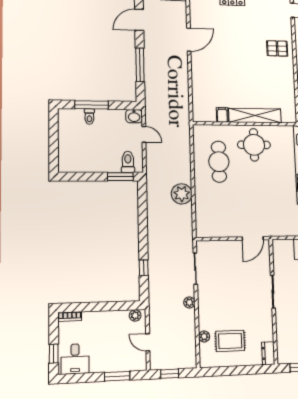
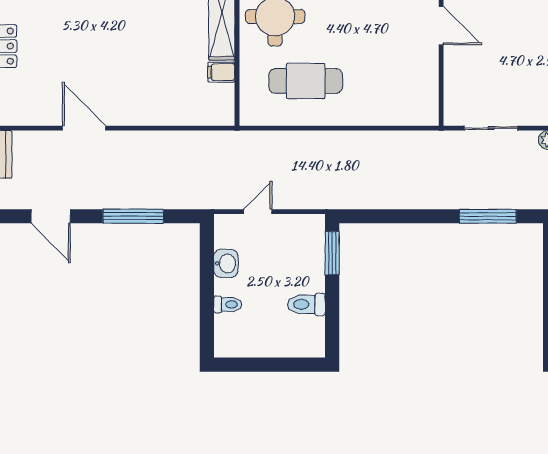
window: (92, 105) -> (207, 301), removed
washbasin: (134, 116) -> (226, 263), moved
toilet: (128, 162) -> (306, 304), moved
plant: (182, 194) -> (362, 148), removed
window: (144, 268) -> (488, 216), width x2.17

